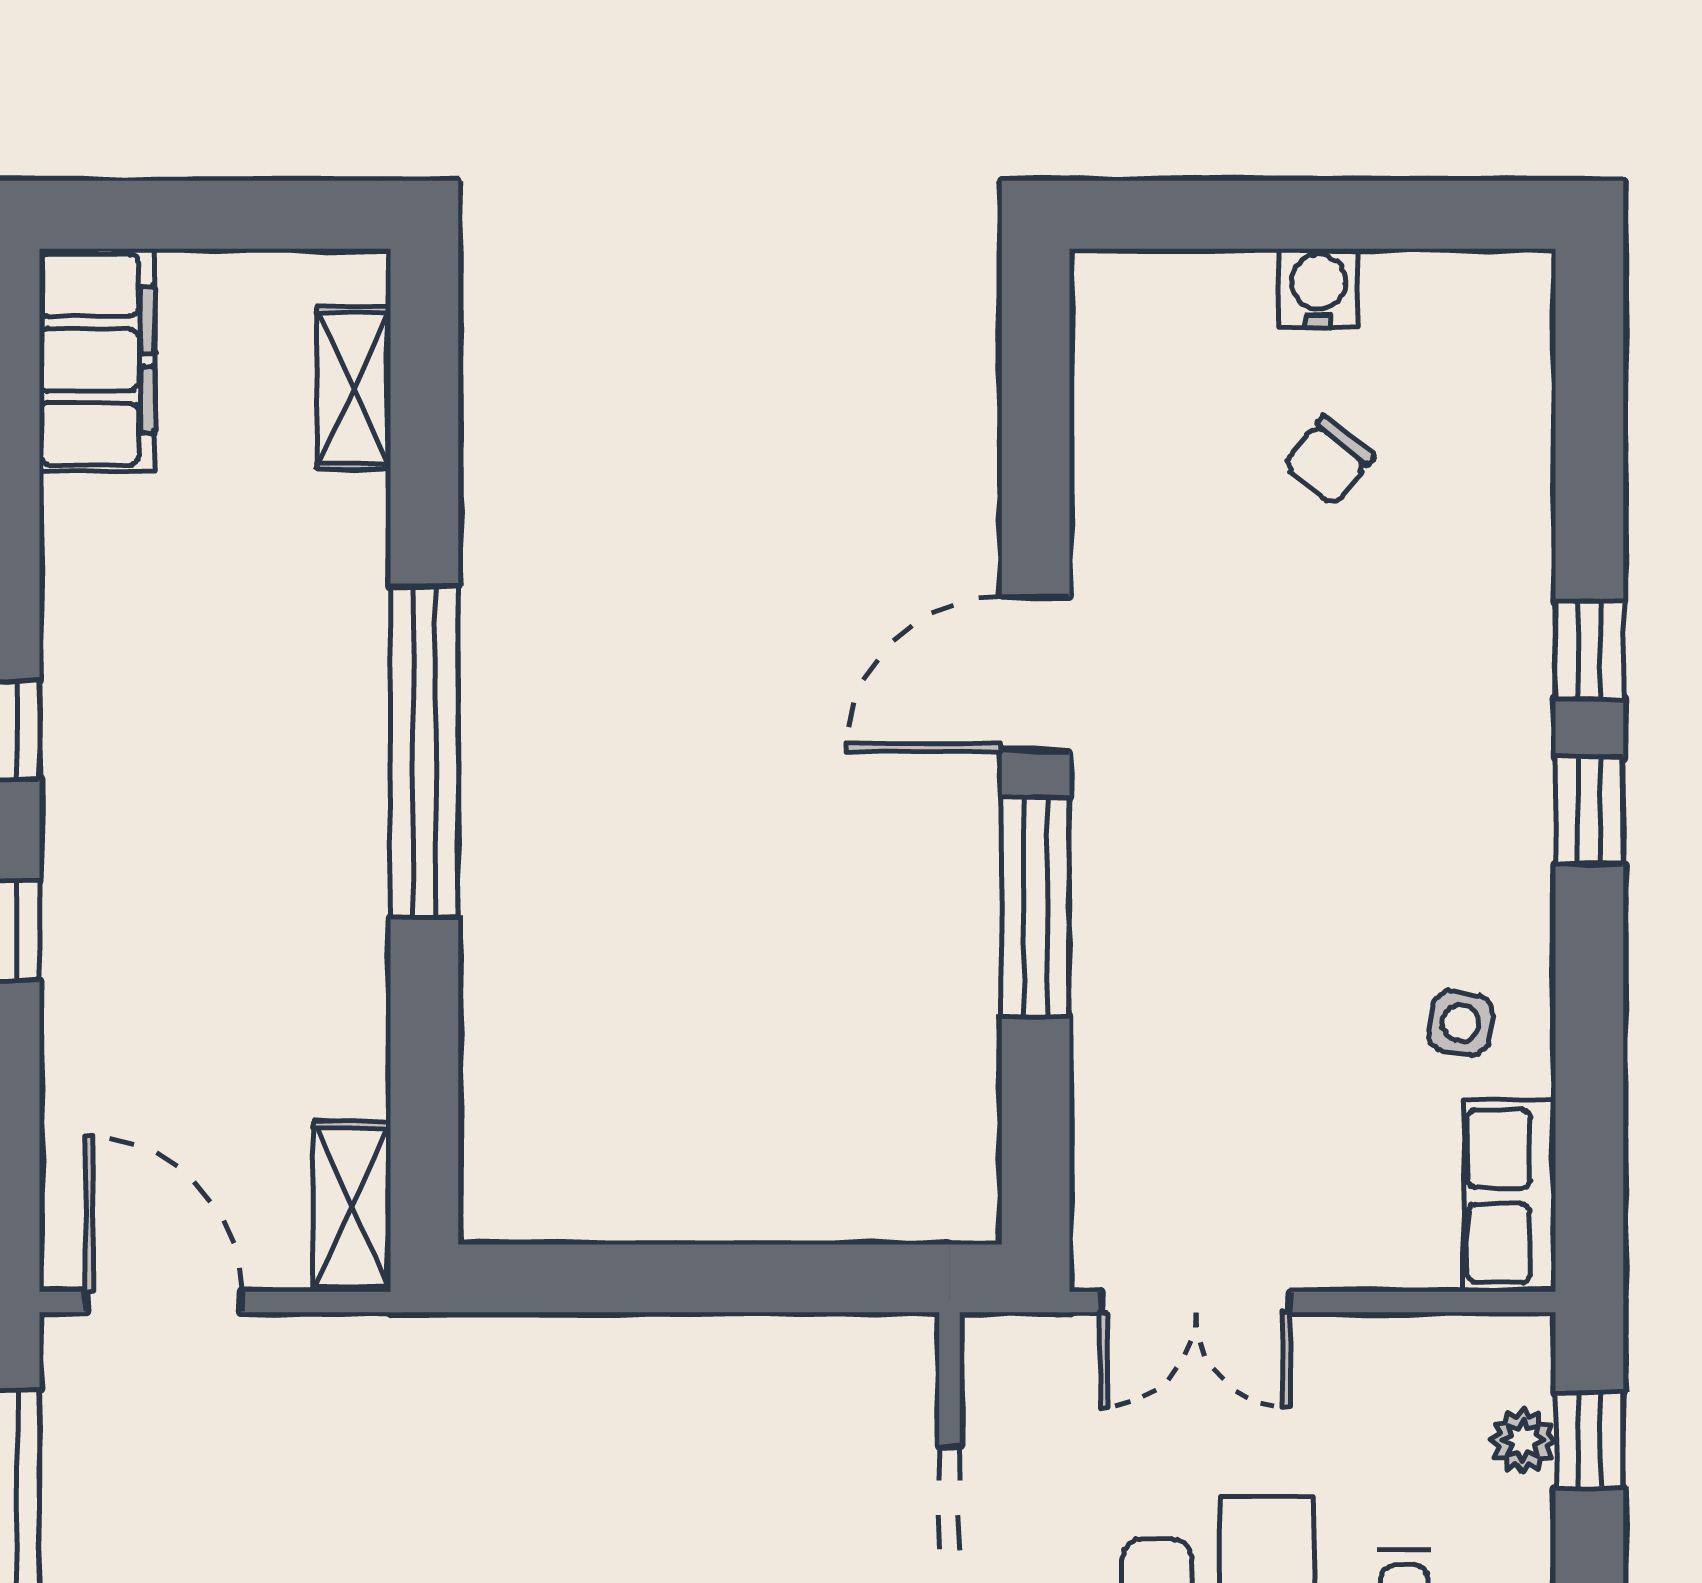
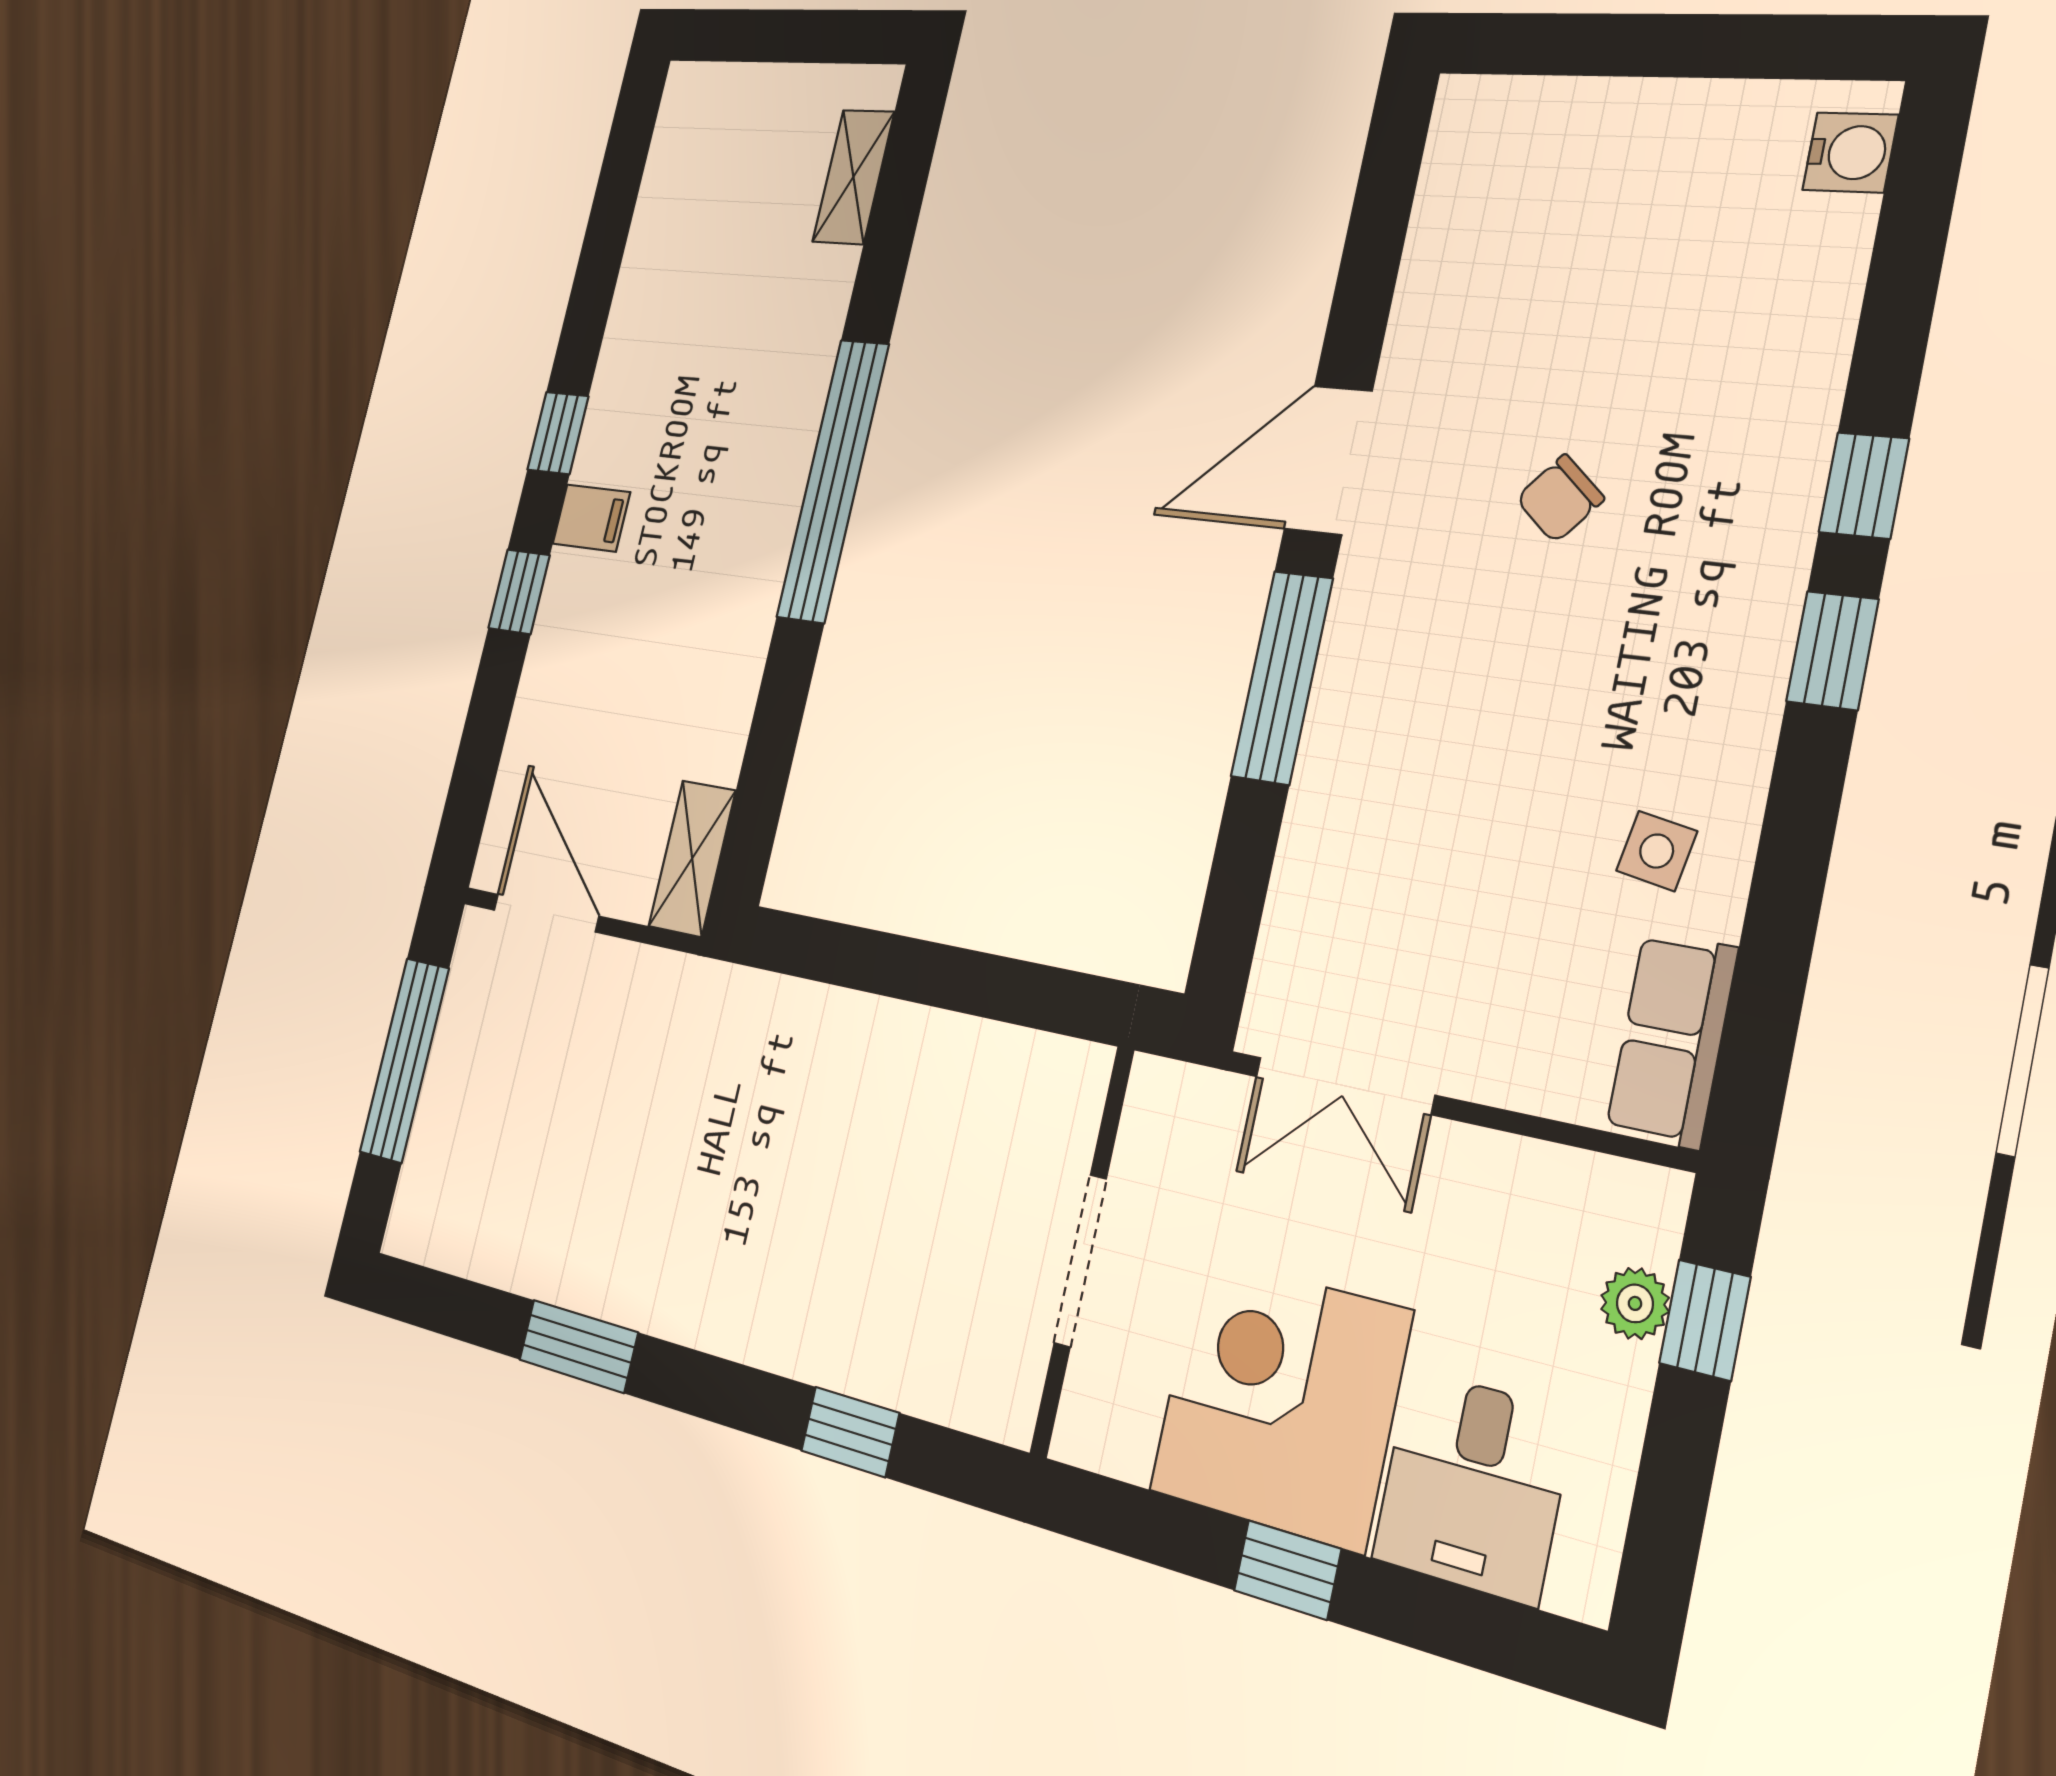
water cooler: (1318, 288) -> (1850, 152), moved, turned 90
filing cabinet: (97, 360) -> (591, 518), moved, width x0.33, depth x0.86
chair: (1328, 461) -> (1560, 499), moved

